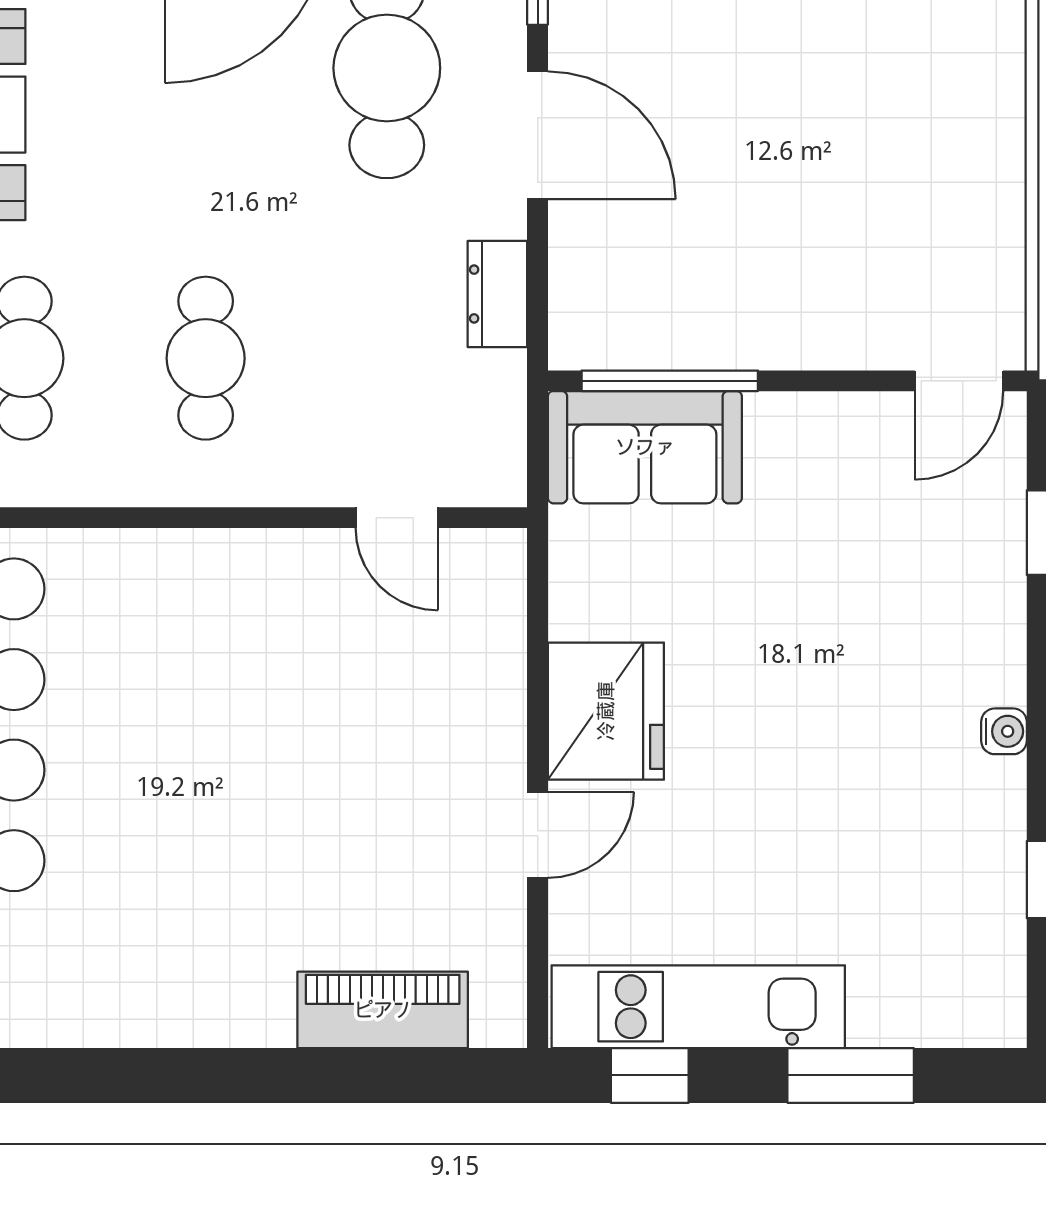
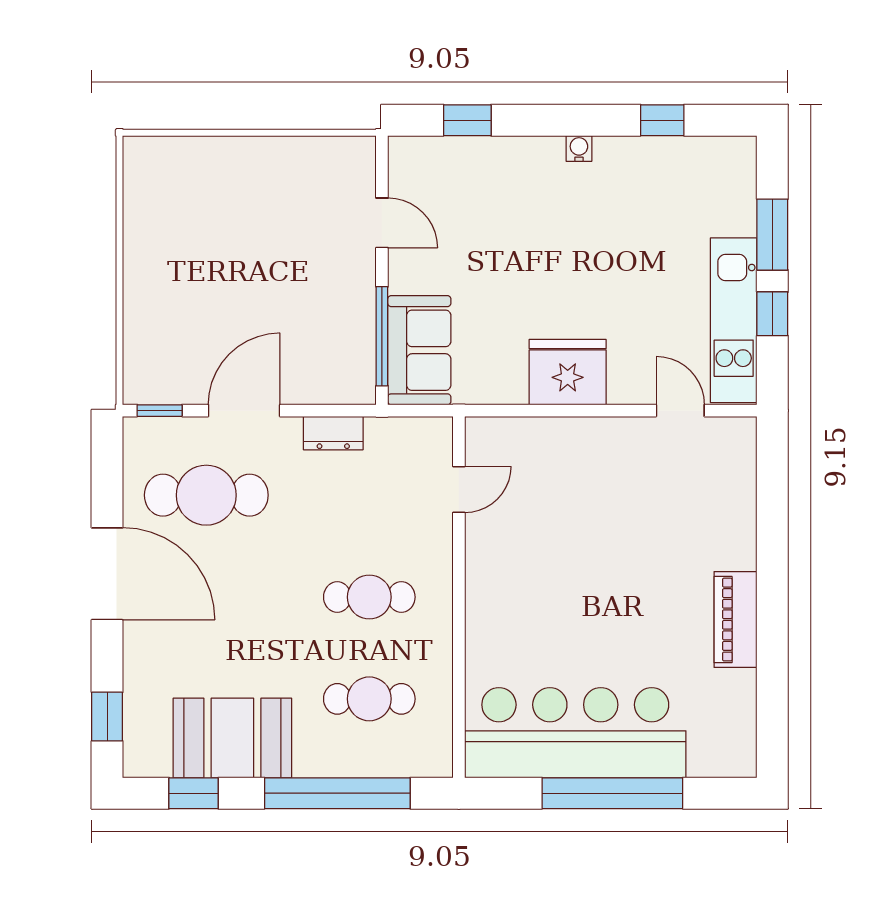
door: (959, 381) -> (382, 223), moved
door: (538, 835) -> (680, 411), moved
piano: (383, 1010) -> (735, 620), moved
window: (650, 1075) -> (772, 314), moved

